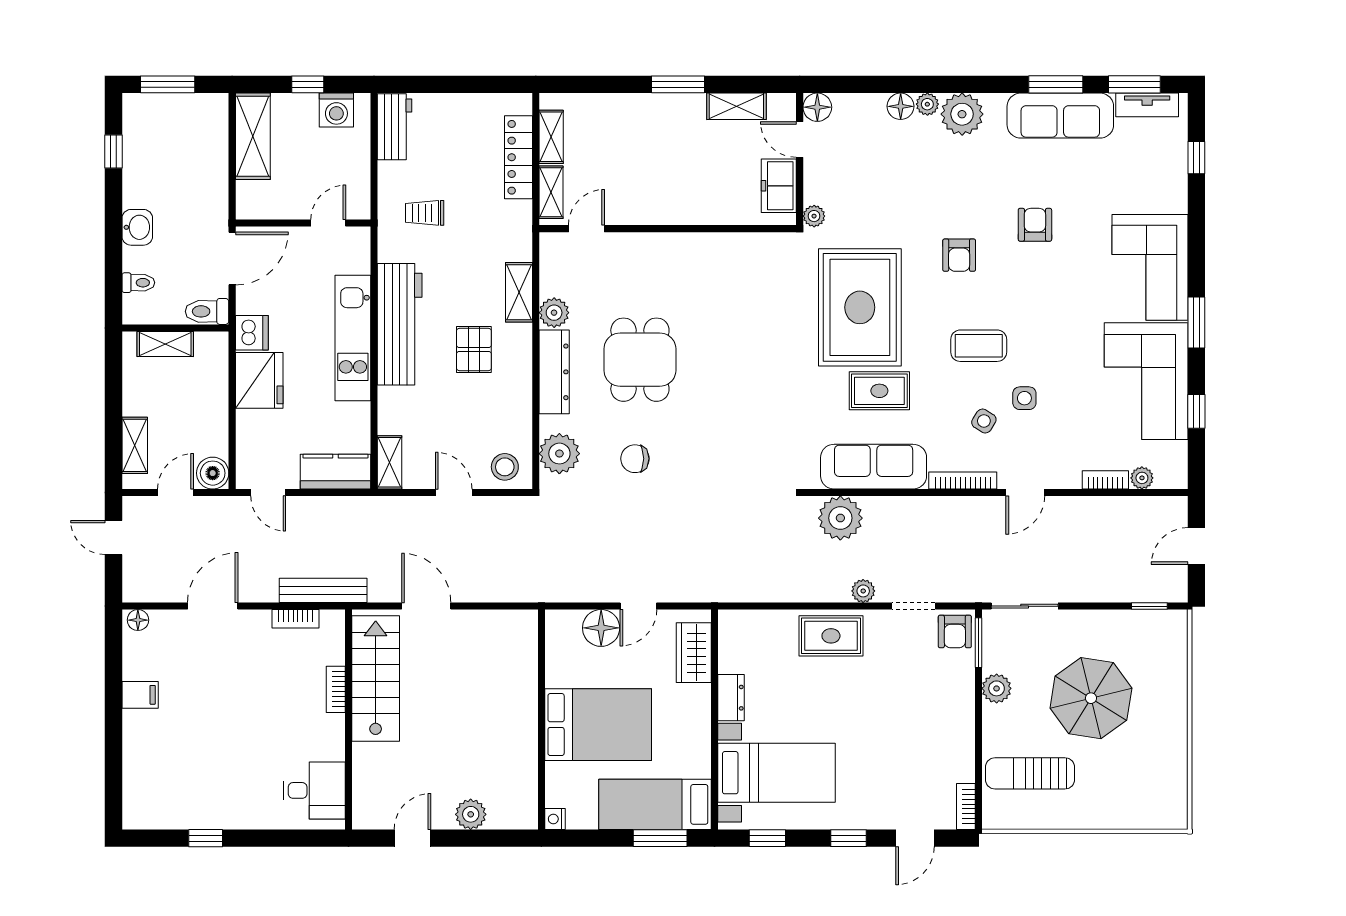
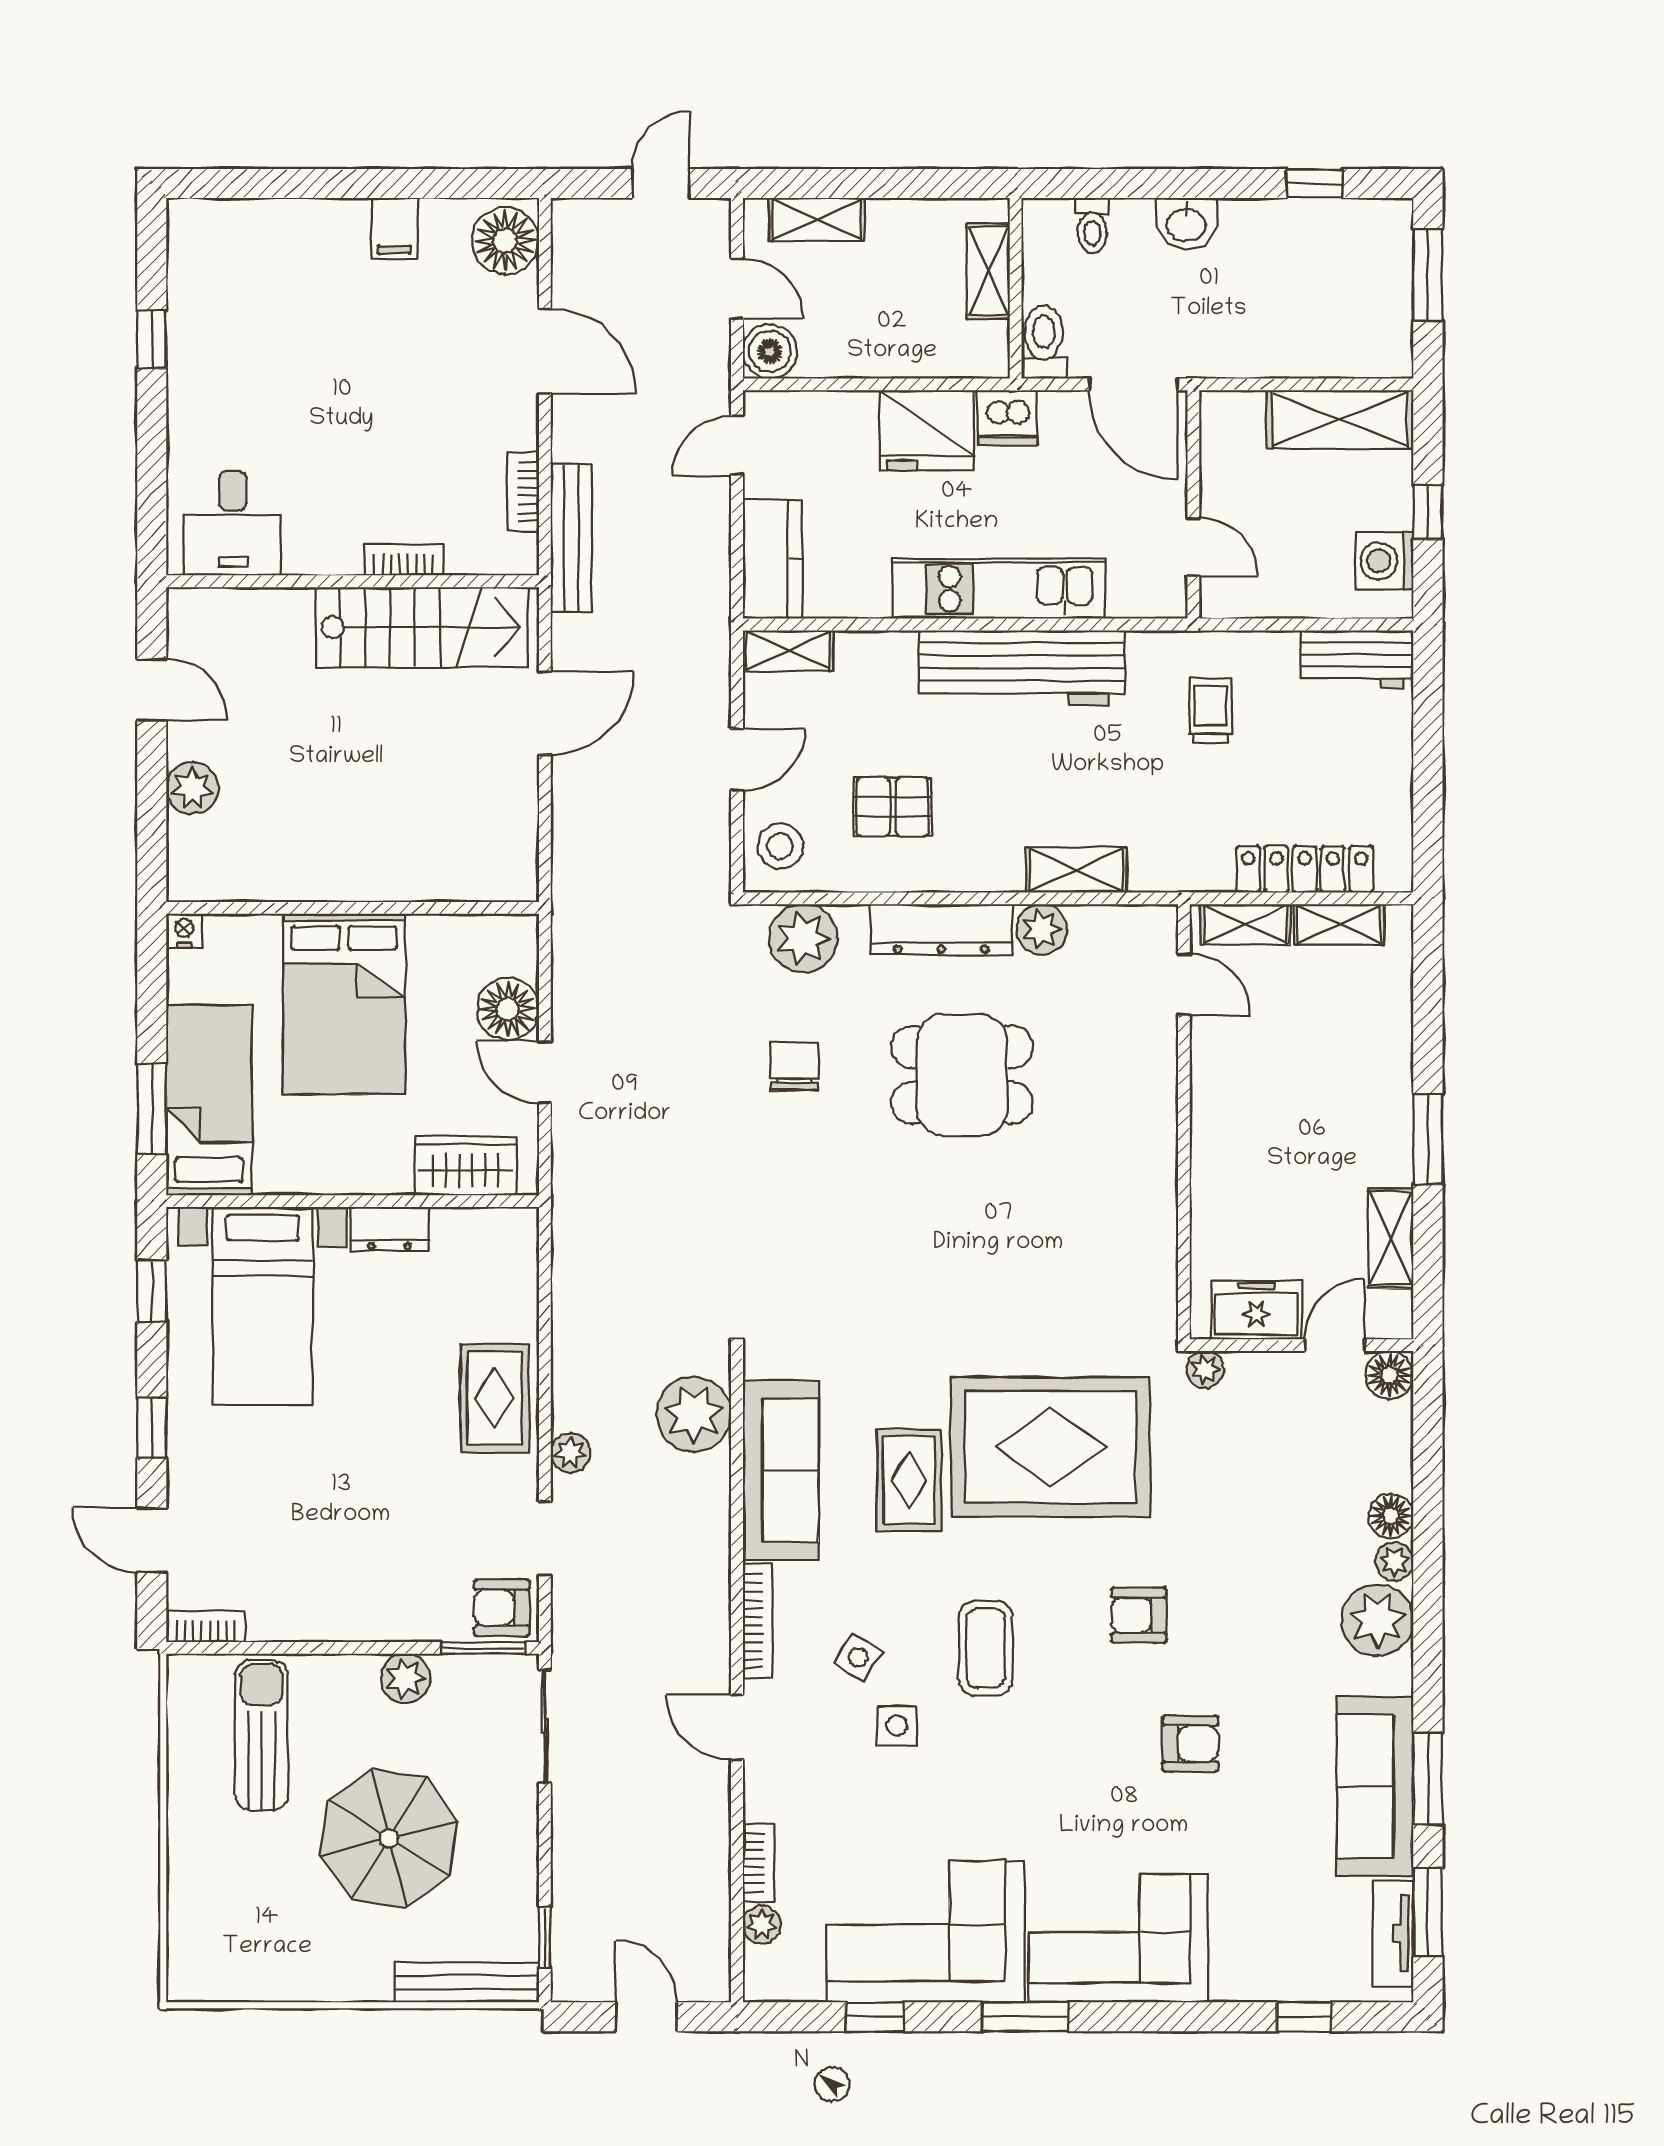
pallet: (474, 350) -> (893, 807), moved
floor lamp: (138, 620) -> (505, 241), width x1.89, depth x1.89
bench: (1176, 652) -> (467, 1982), added

